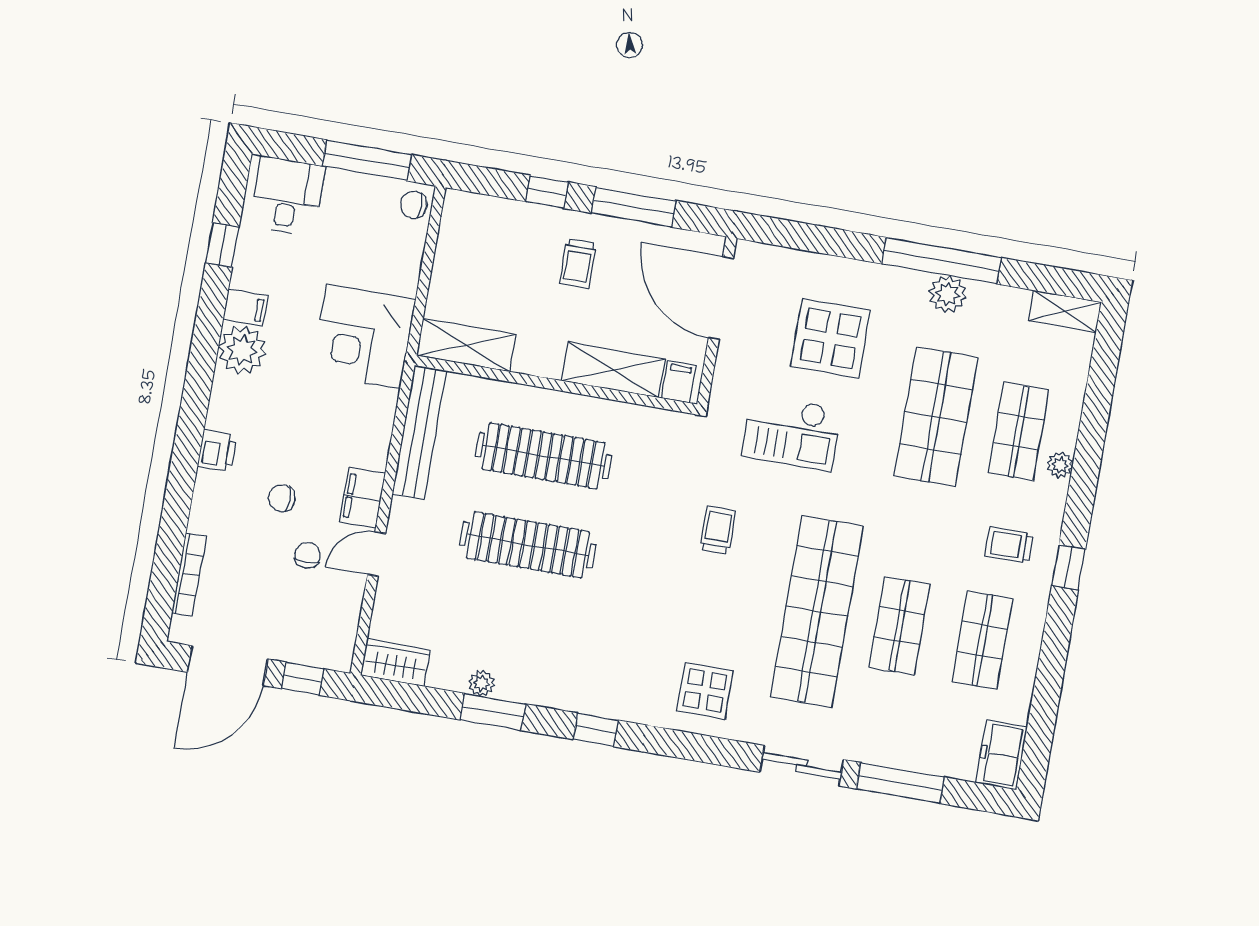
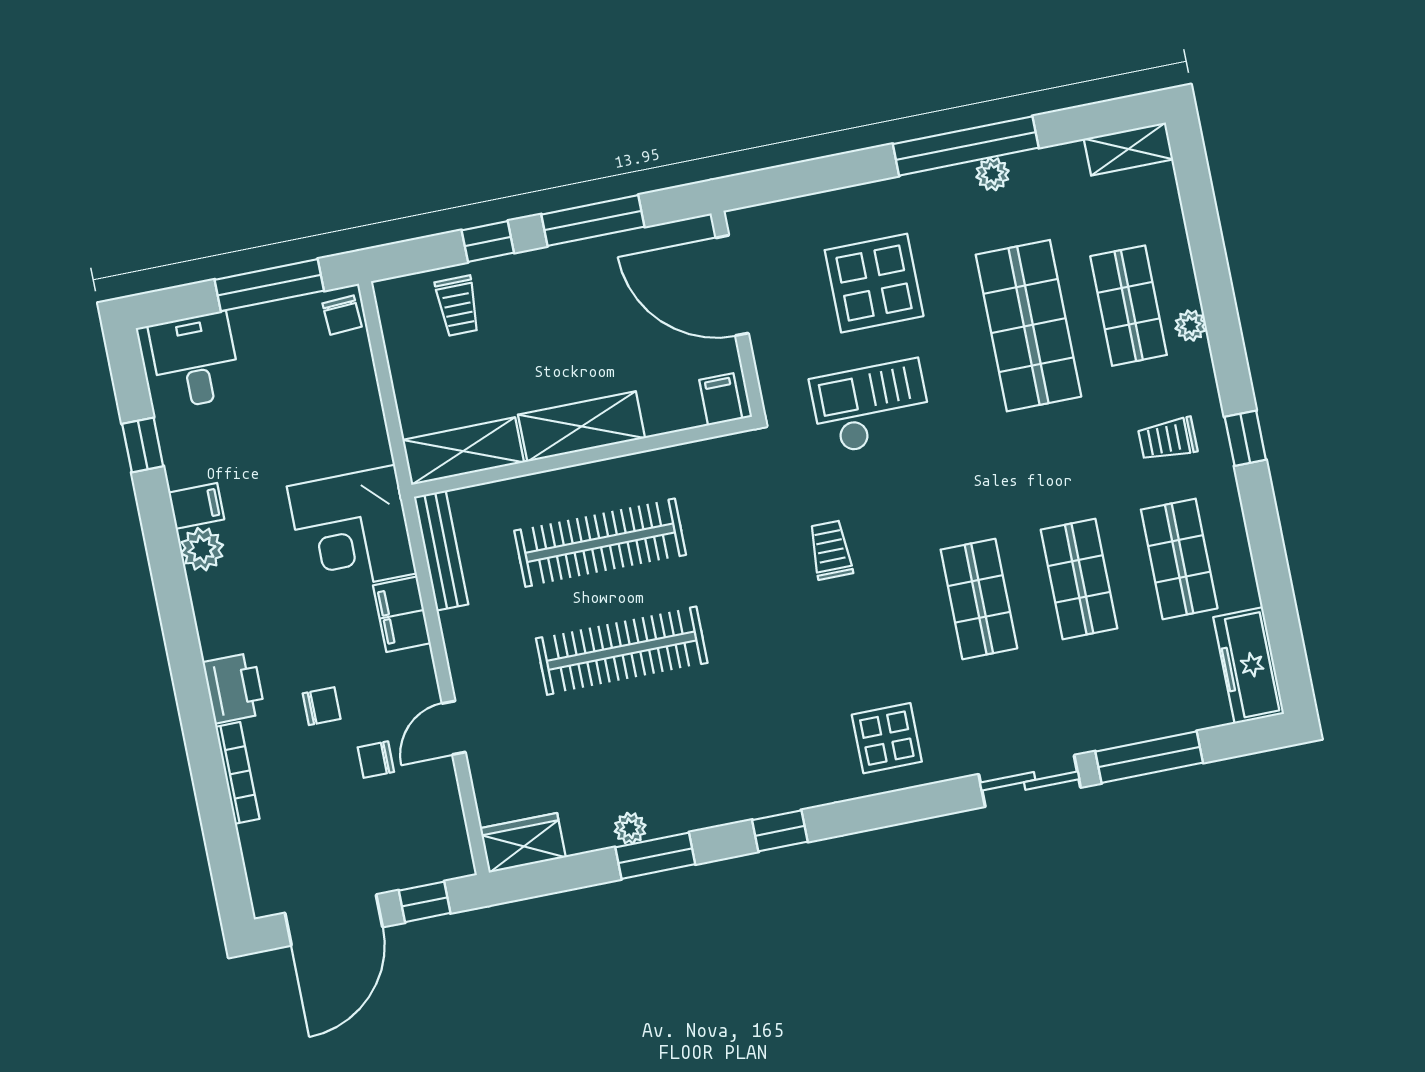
chair: (414, 205) -> (342, 315), turned -93
trolley: (578, 263) -> (458, 306), moved
plant: (948, 294) -> (992, 174), width x0.73, depth x0.73
corner desk: (363, 336) -> (352, 530), moved
plant: (242, 350) -> (202, 549), width x0.73, depth x0.73
shelving: (613, 370) -> (582, 426), moved
bench: (419, 432) -> (441, 551), width x0.73, depth x0.82
checkout: (791, 432) -> (871, 407), turned 180
printer: (217, 451) -> (234, 688), width x1.36, depth x1.24
chair: (282, 498) -> (322, 706), turned 180
filing cabinet: (362, 498) -> (402, 614), moved
chair: (307, 555) -> (376, 760), turned -90
bookcase: (189, 574) -> (237, 773), moved
shop shelf: (817, 611) -> (979, 599), width x0.50, depth x0.74
freezer: (1001, 755) -> (1249, 665), width x1.40

